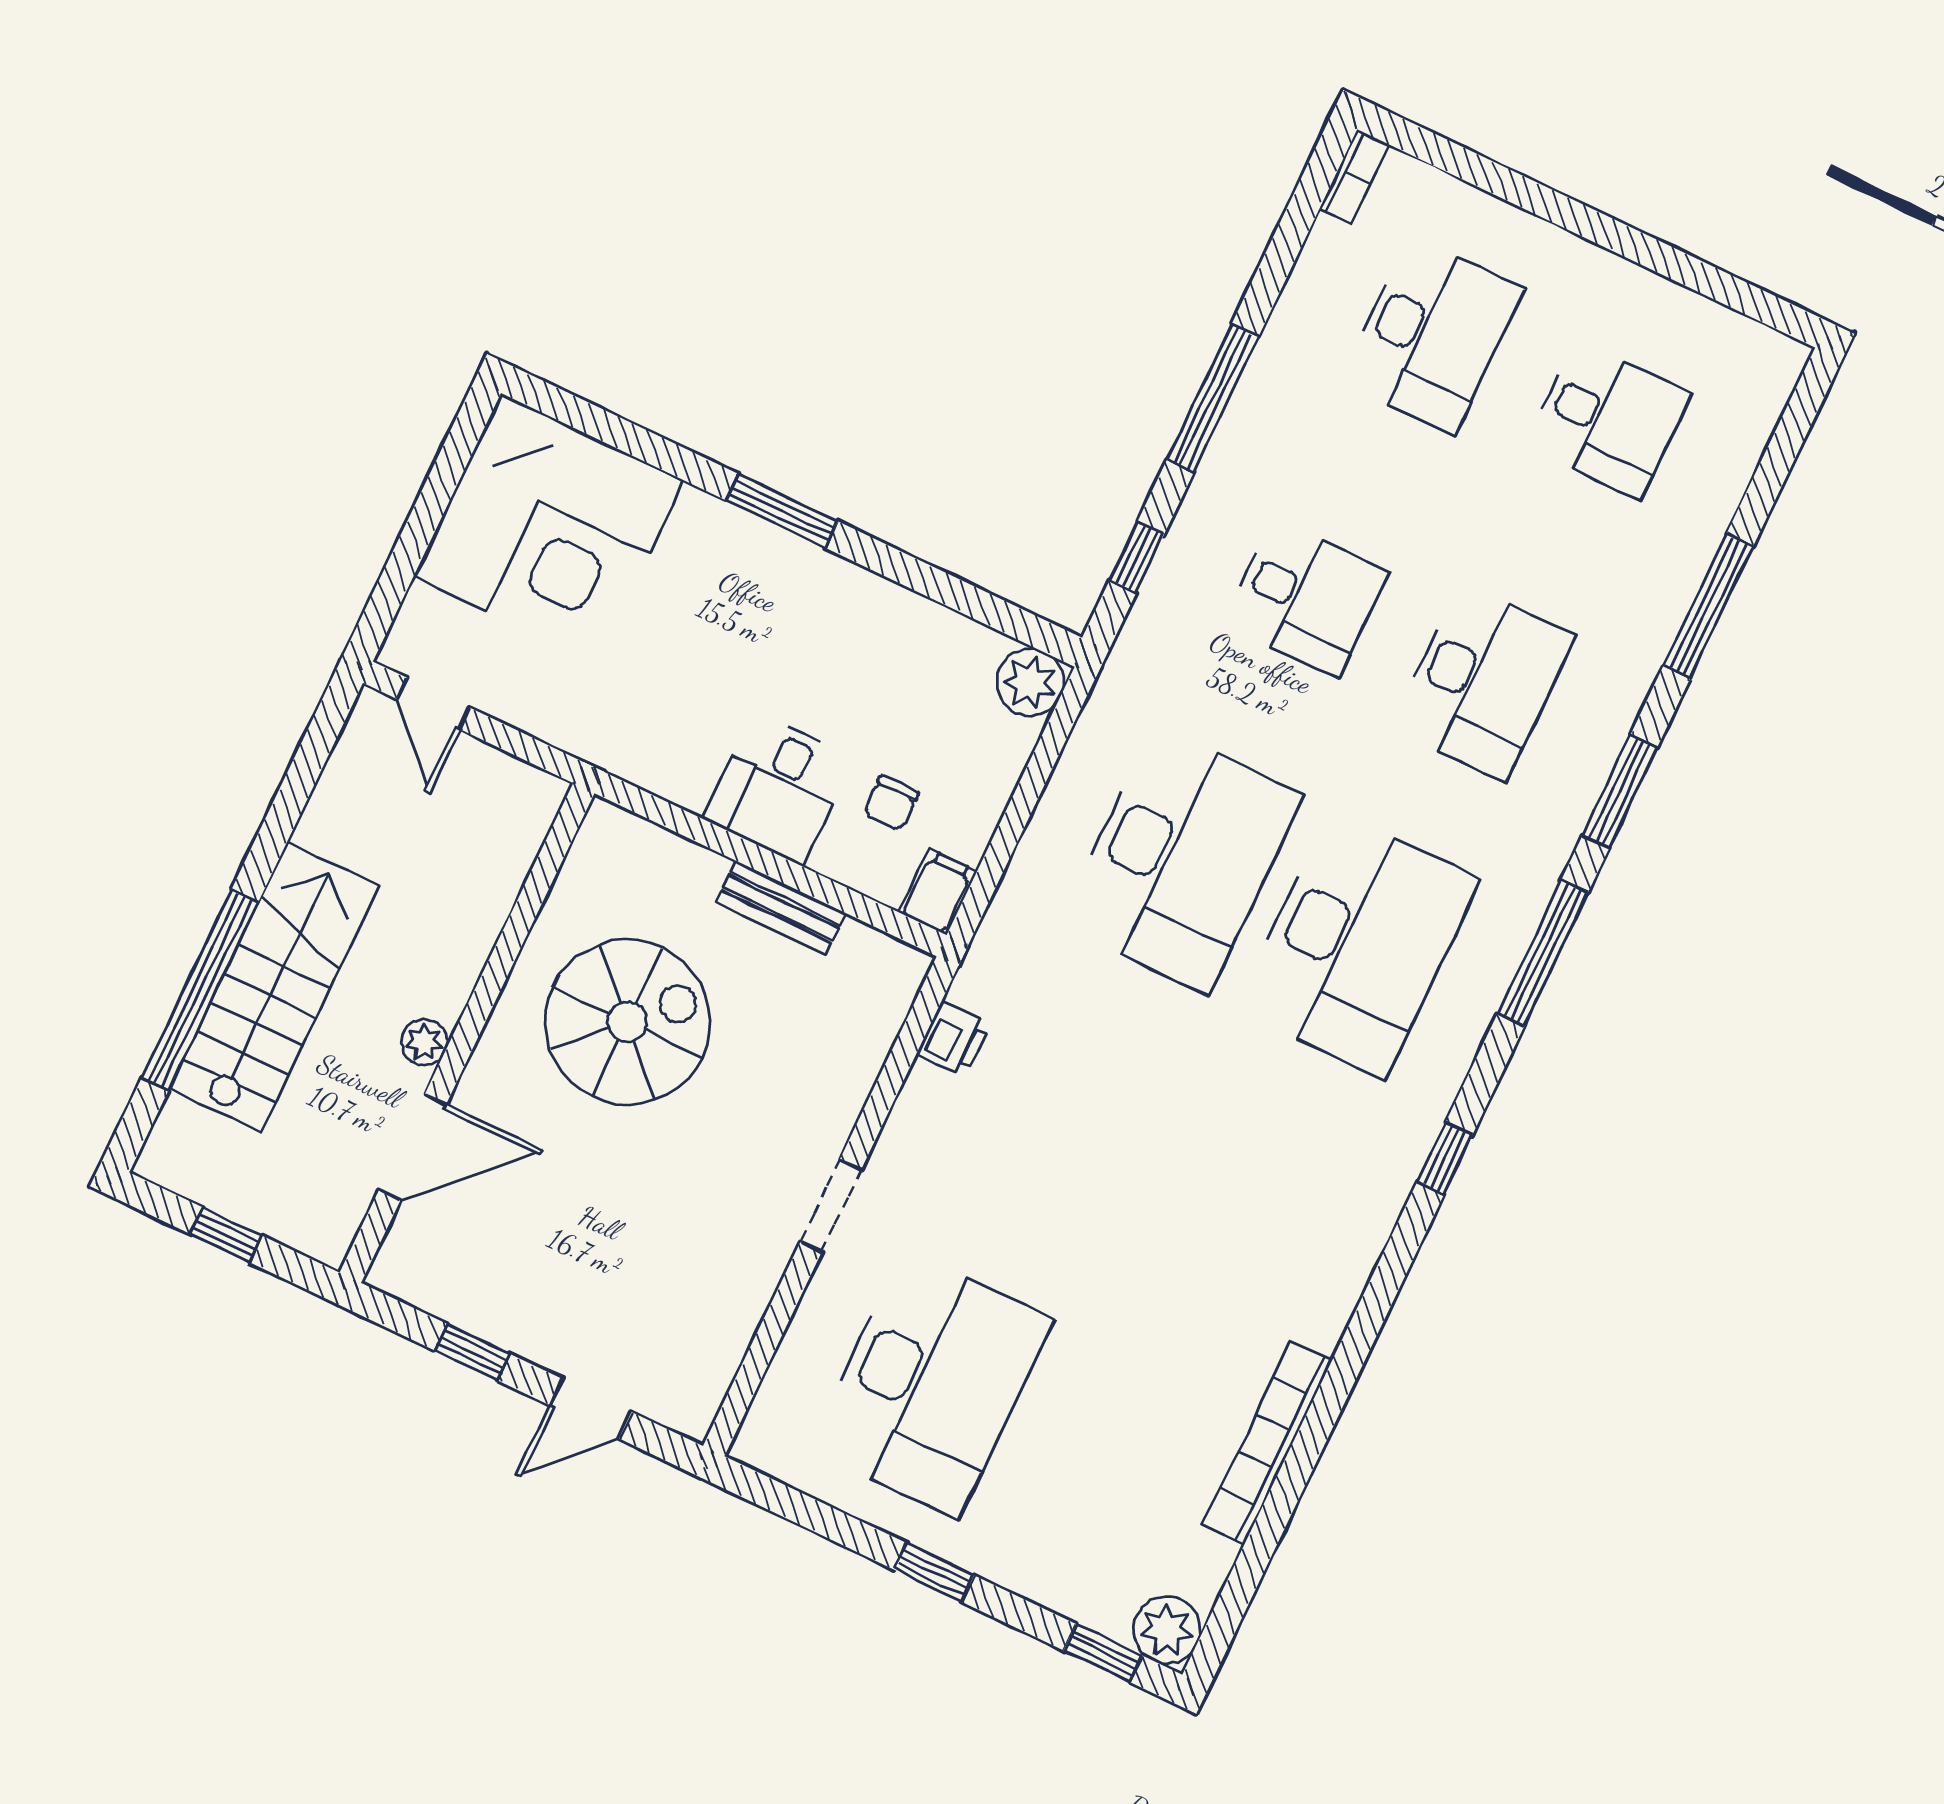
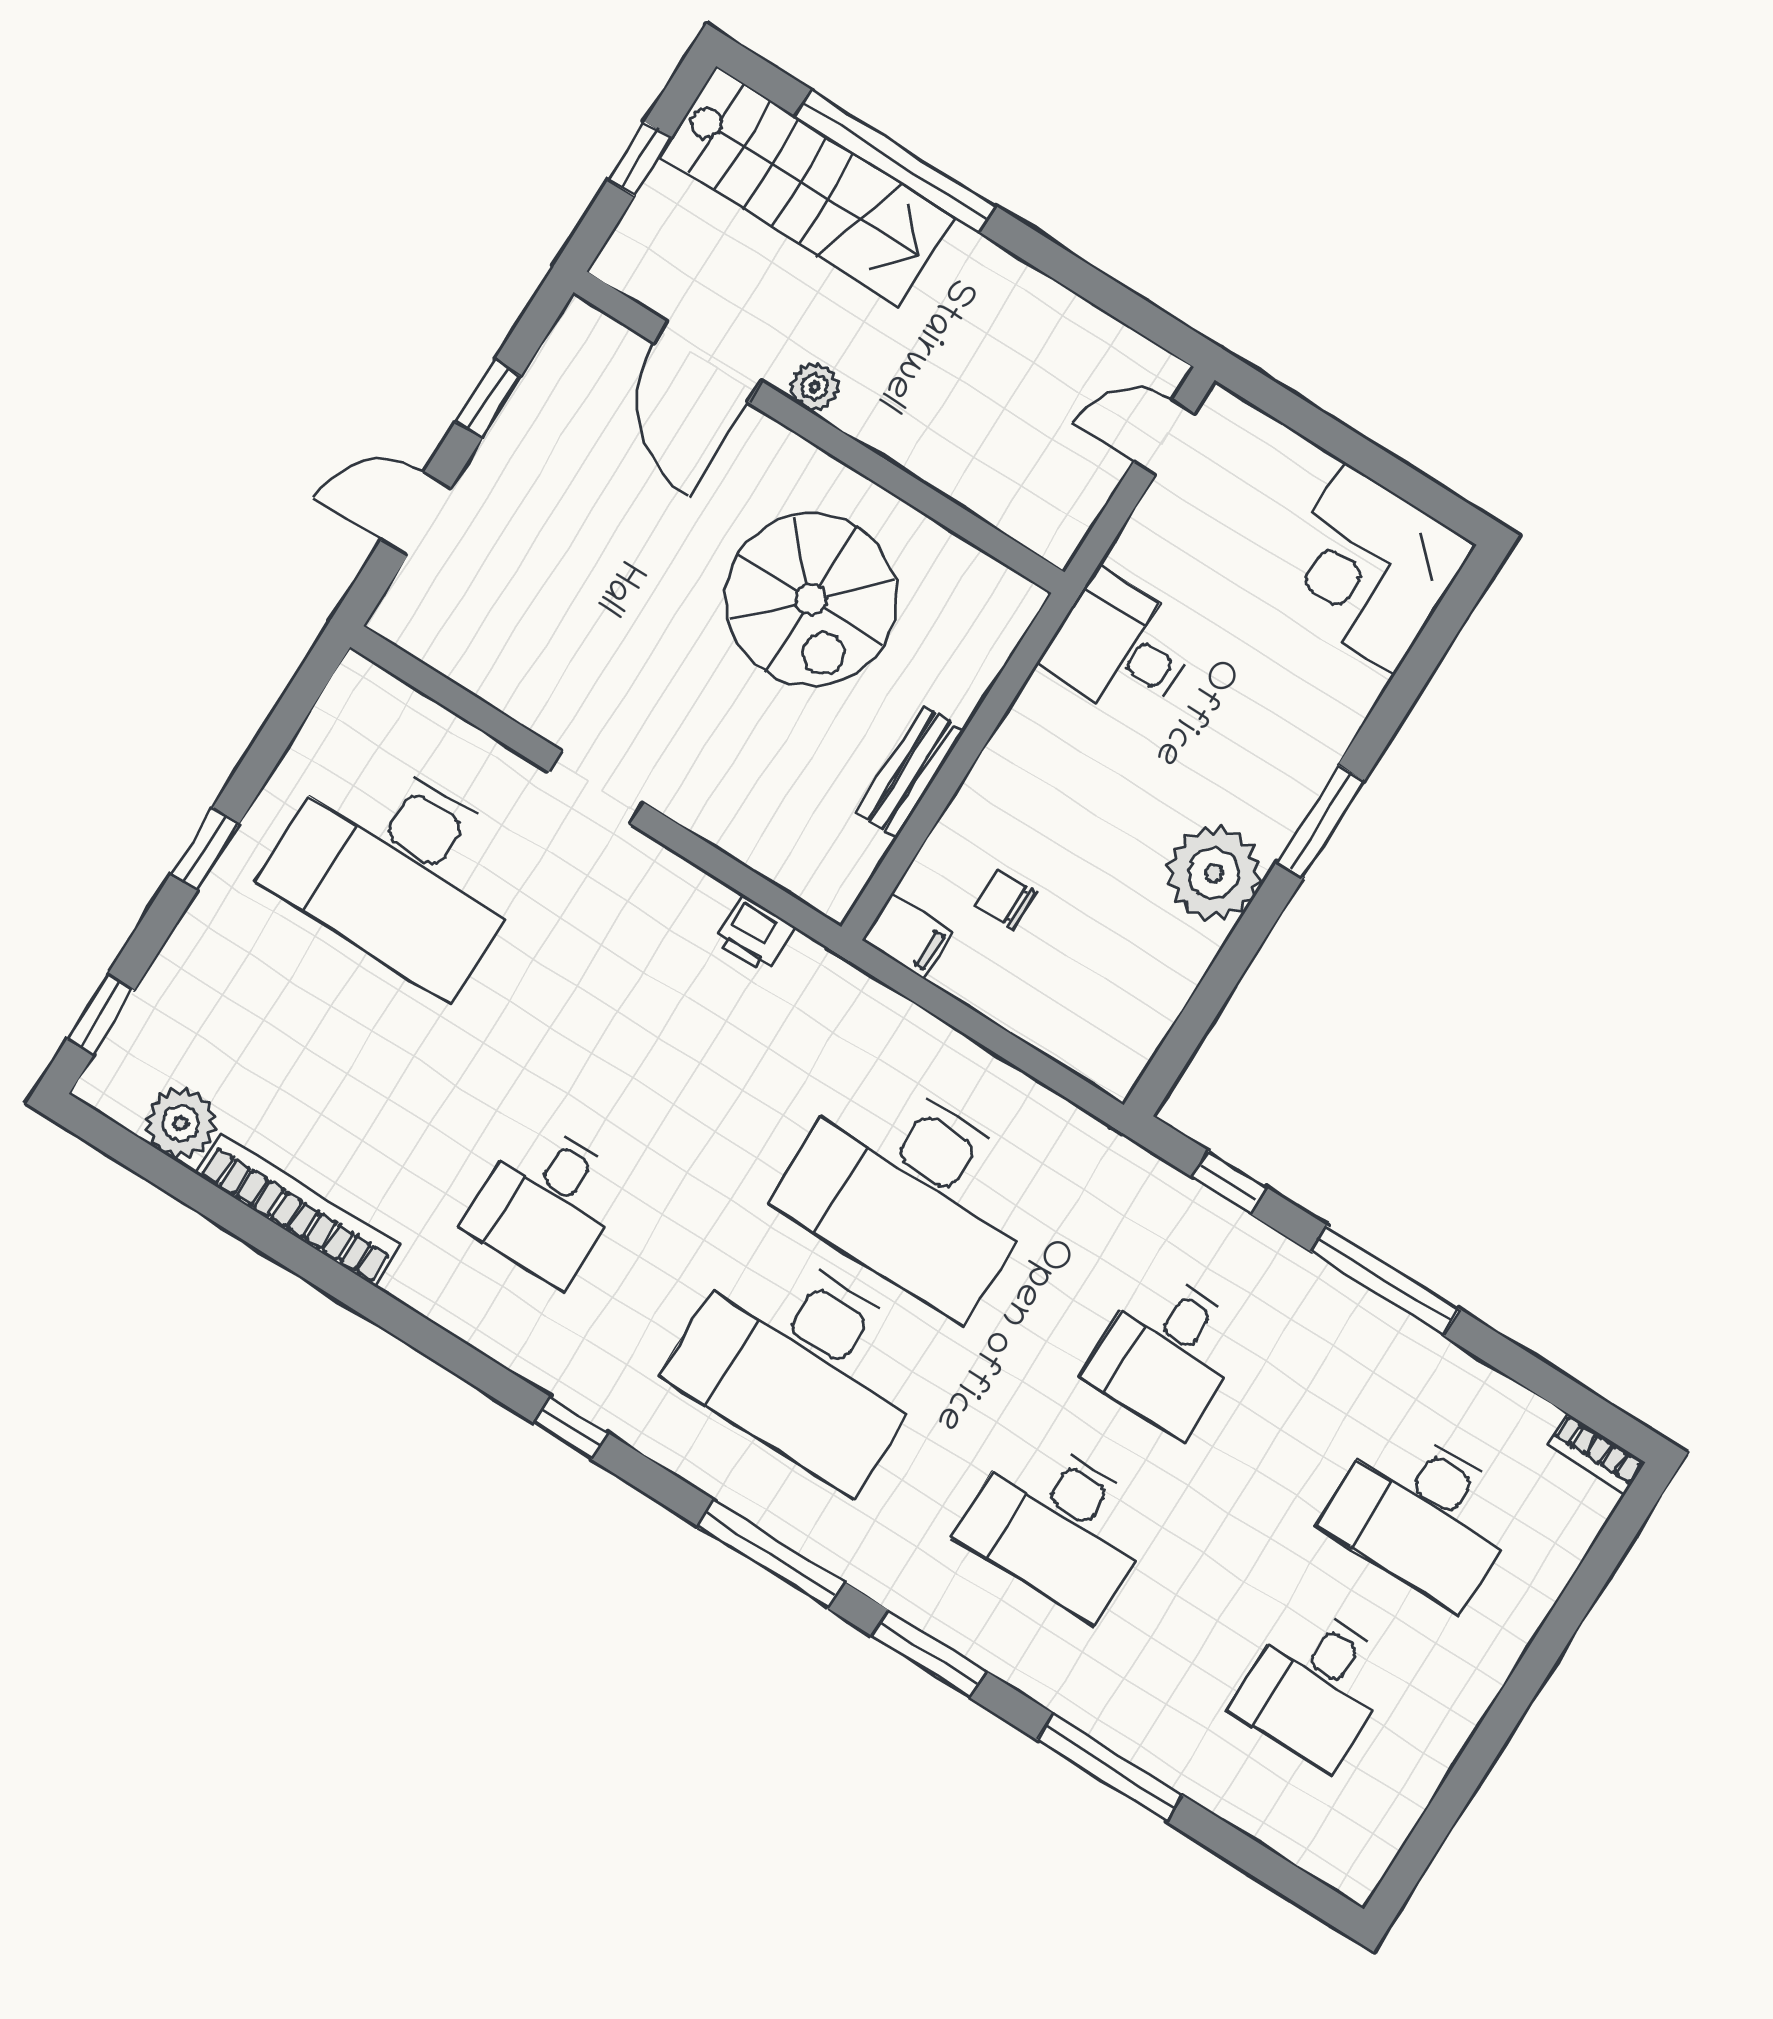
corner desk: (549, 528) -> (1369, 569), width x0.74, depth x0.74
plant: (1030, 683) -> (1214, 873), moved, width x1.36, depth x1.36
desk: (778, 788) -> (1121, 647), moved
stairs: (274, 987) -> (807, 186), moved
desk: (1233, 1206) -> (547, 1203), added
door: (591, 1409) -> (416, 514), hinge flipped
plant: (1167, 1630) -> (181, 1123), moved

